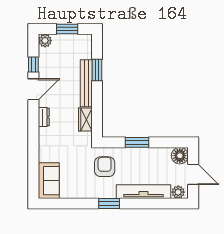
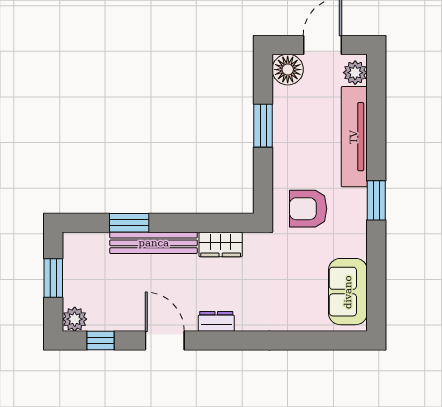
window: (33, 65) -> (101, 341), moved
window: (137, 142) -> (263, 126), moved
sofa: (49, 181) -> (348, 292), moved, turned -90

